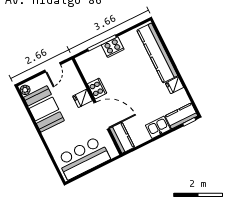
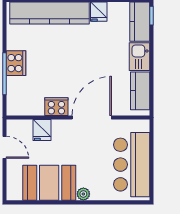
plant: (25, 90) -> (83, 194), moved
fridge: (83, 98) -> (42, 130), moved
kitchen counter: (122, 138) -> (140, 91), moved, turned -90

